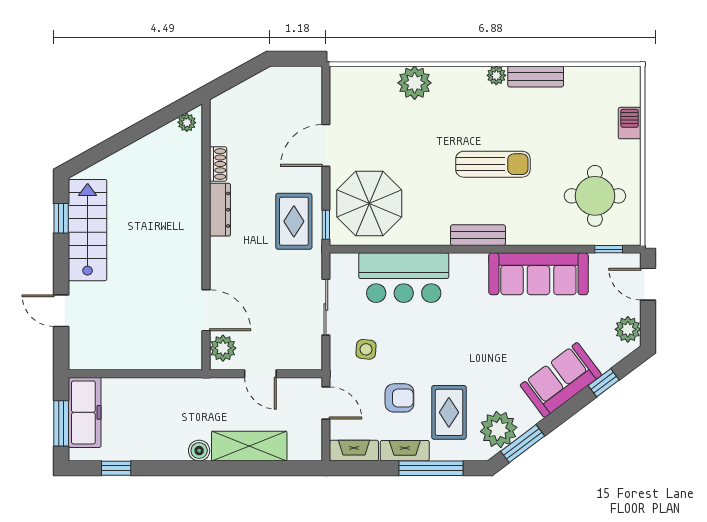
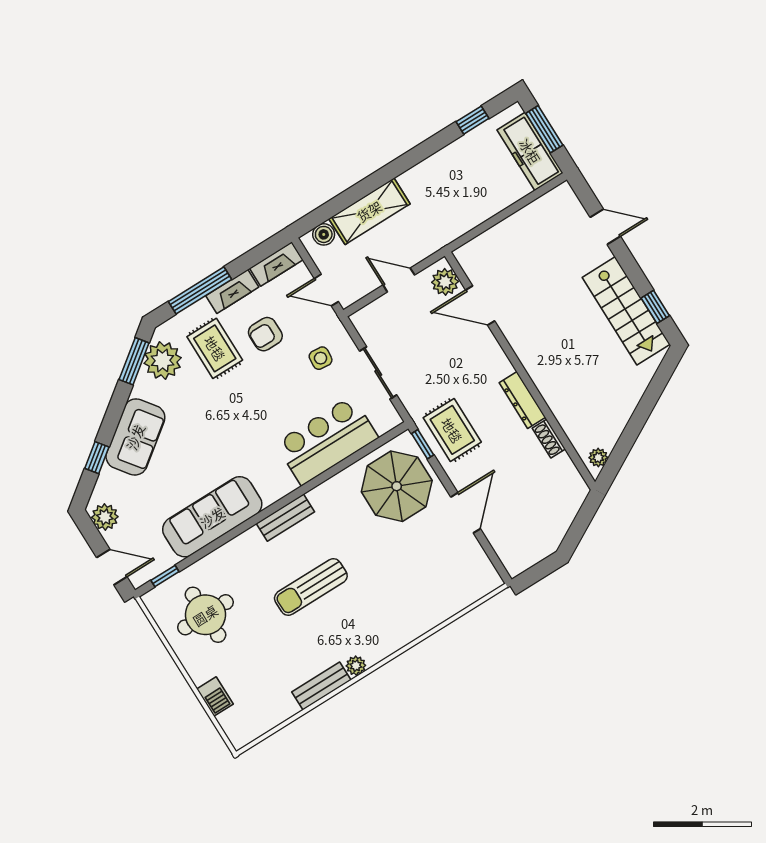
plant: (415, 83) -> (423, 615), removed
boiler: (199, 451) -> (324, 234), moved

